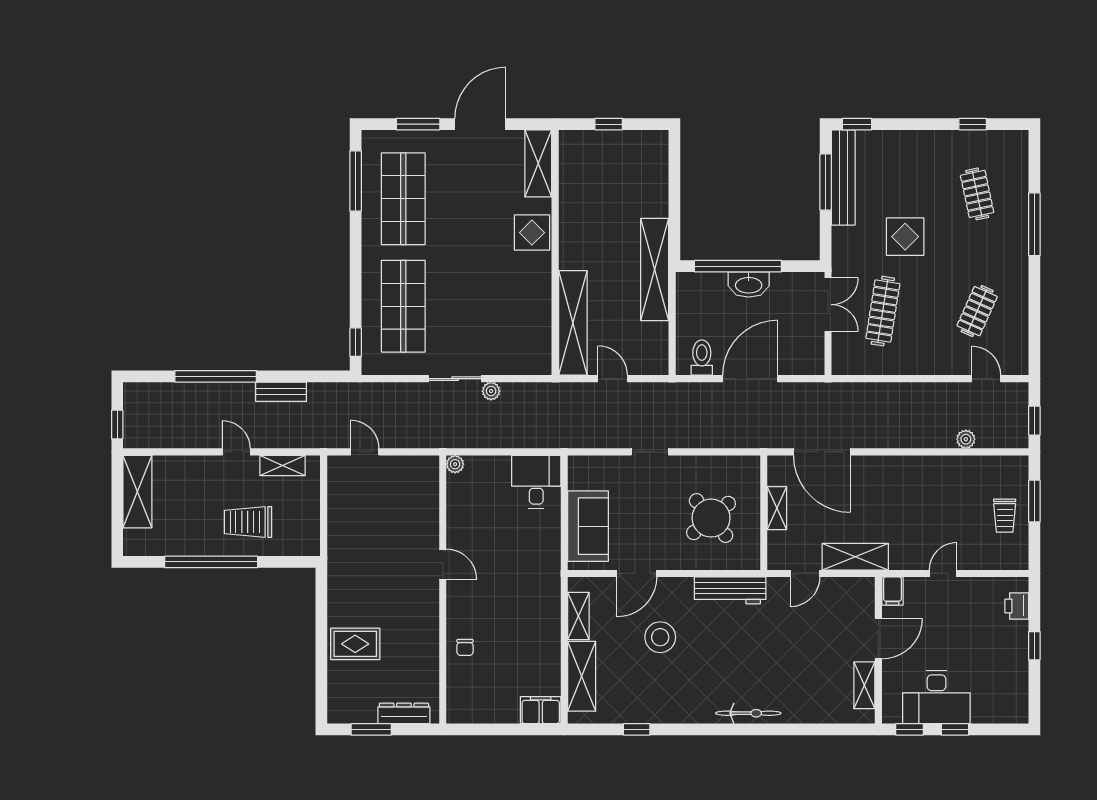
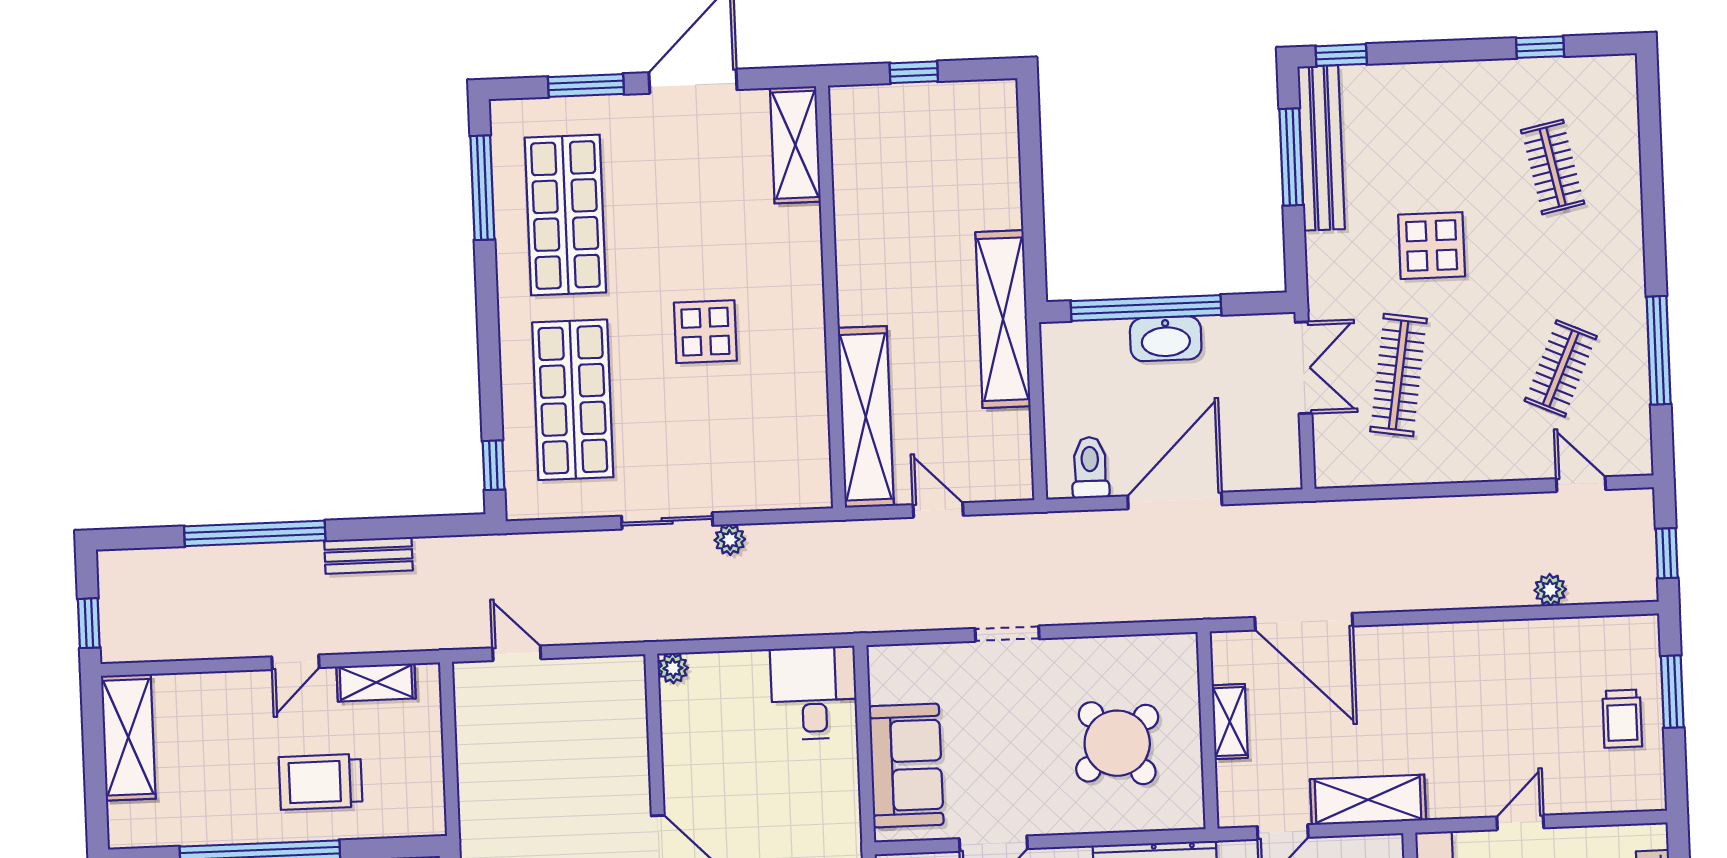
window: (1034, 224) -> (1659, 350), moved
display table: (532, 233) -> (705, 332), moved
door: (236, 452) -> (295, 662), swing flipped

